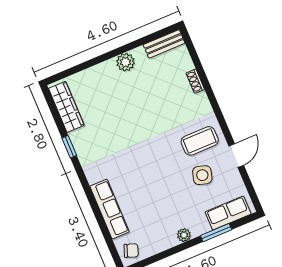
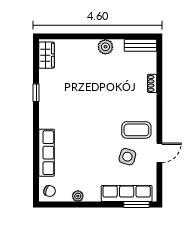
wardrobe: (66, 107) -> (46, 55), width x0.67
row of seats: (228, 213) -> (127, 193), width x1.48
window: (216, 233) -> (136, 204), moved
plant: (184, 235) -> (78, 196), moved

